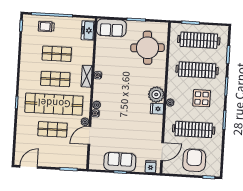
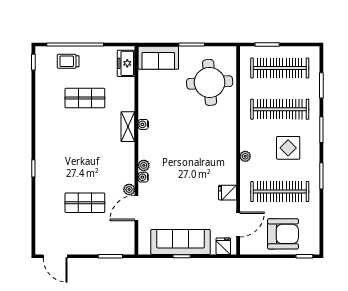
shop shelf: (55, 79) -> (85, 133), removed
plant: (156, 95) -> (225, 146), removed
shop shelf: (54, 104) -> (85, 168), removed
fridge: (157, 109) -> (228, 193), moved
armchair: (194, 160) -> (283, 234), turned 90
sofa: (120, 162) -> (180, 242), width x1.36
door: (29, 167) -> (55, 256), swing flipped

